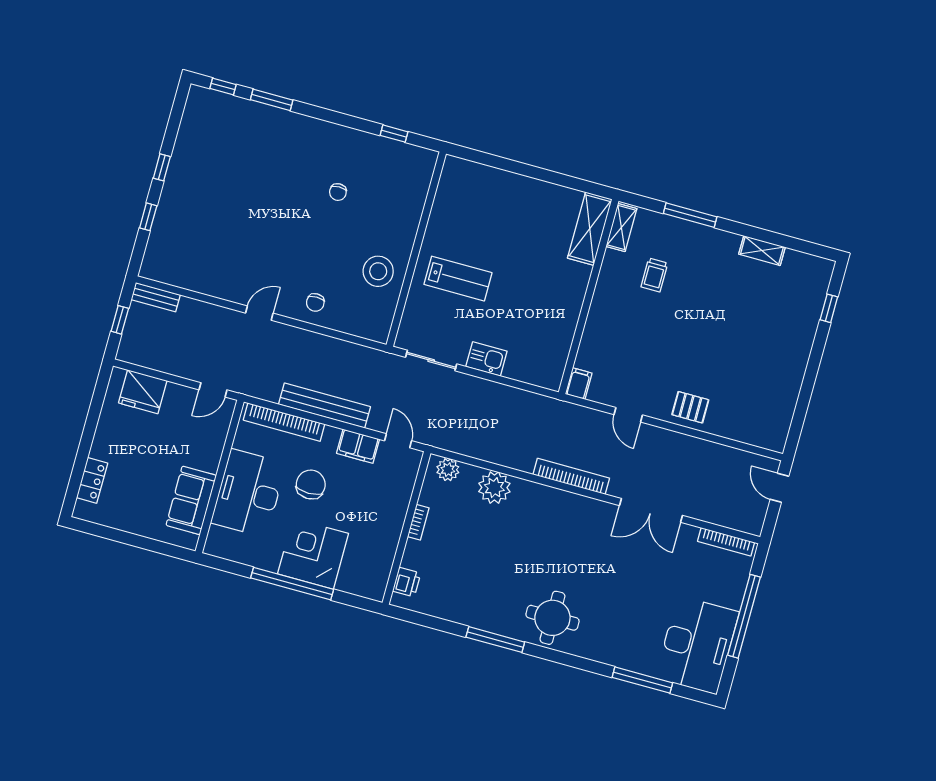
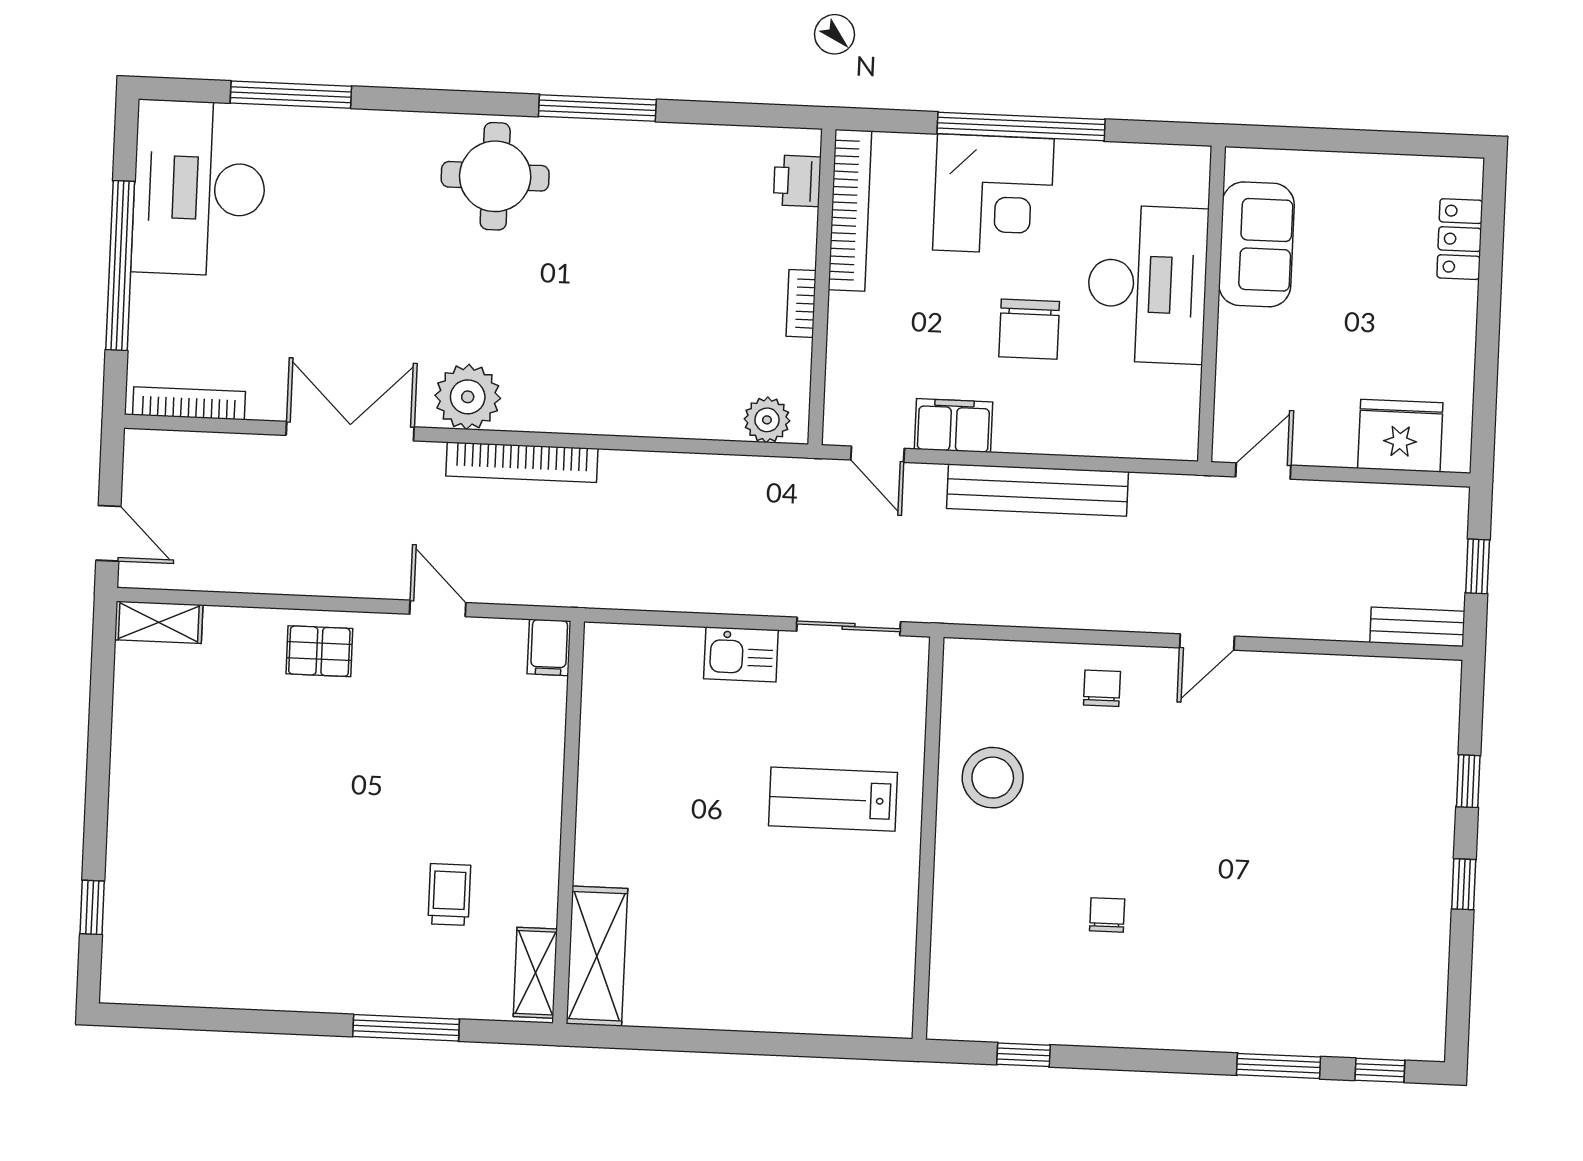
shelving: (762, 251) -> (159, 622), moved
bookcase: (284, 422) -> (850, 210), moved, turned 90
plant: (494, 488) -> (468, 397), moved

